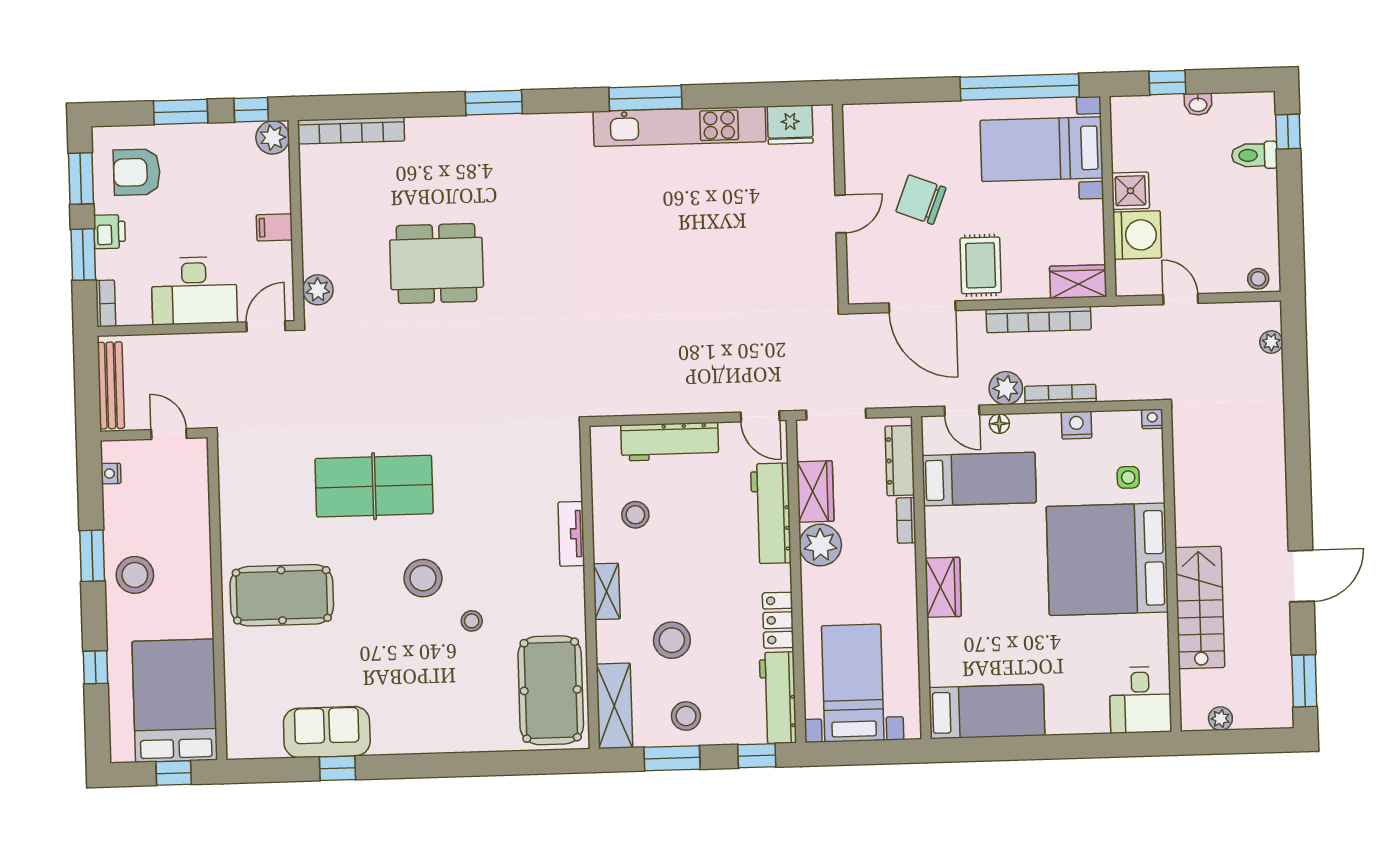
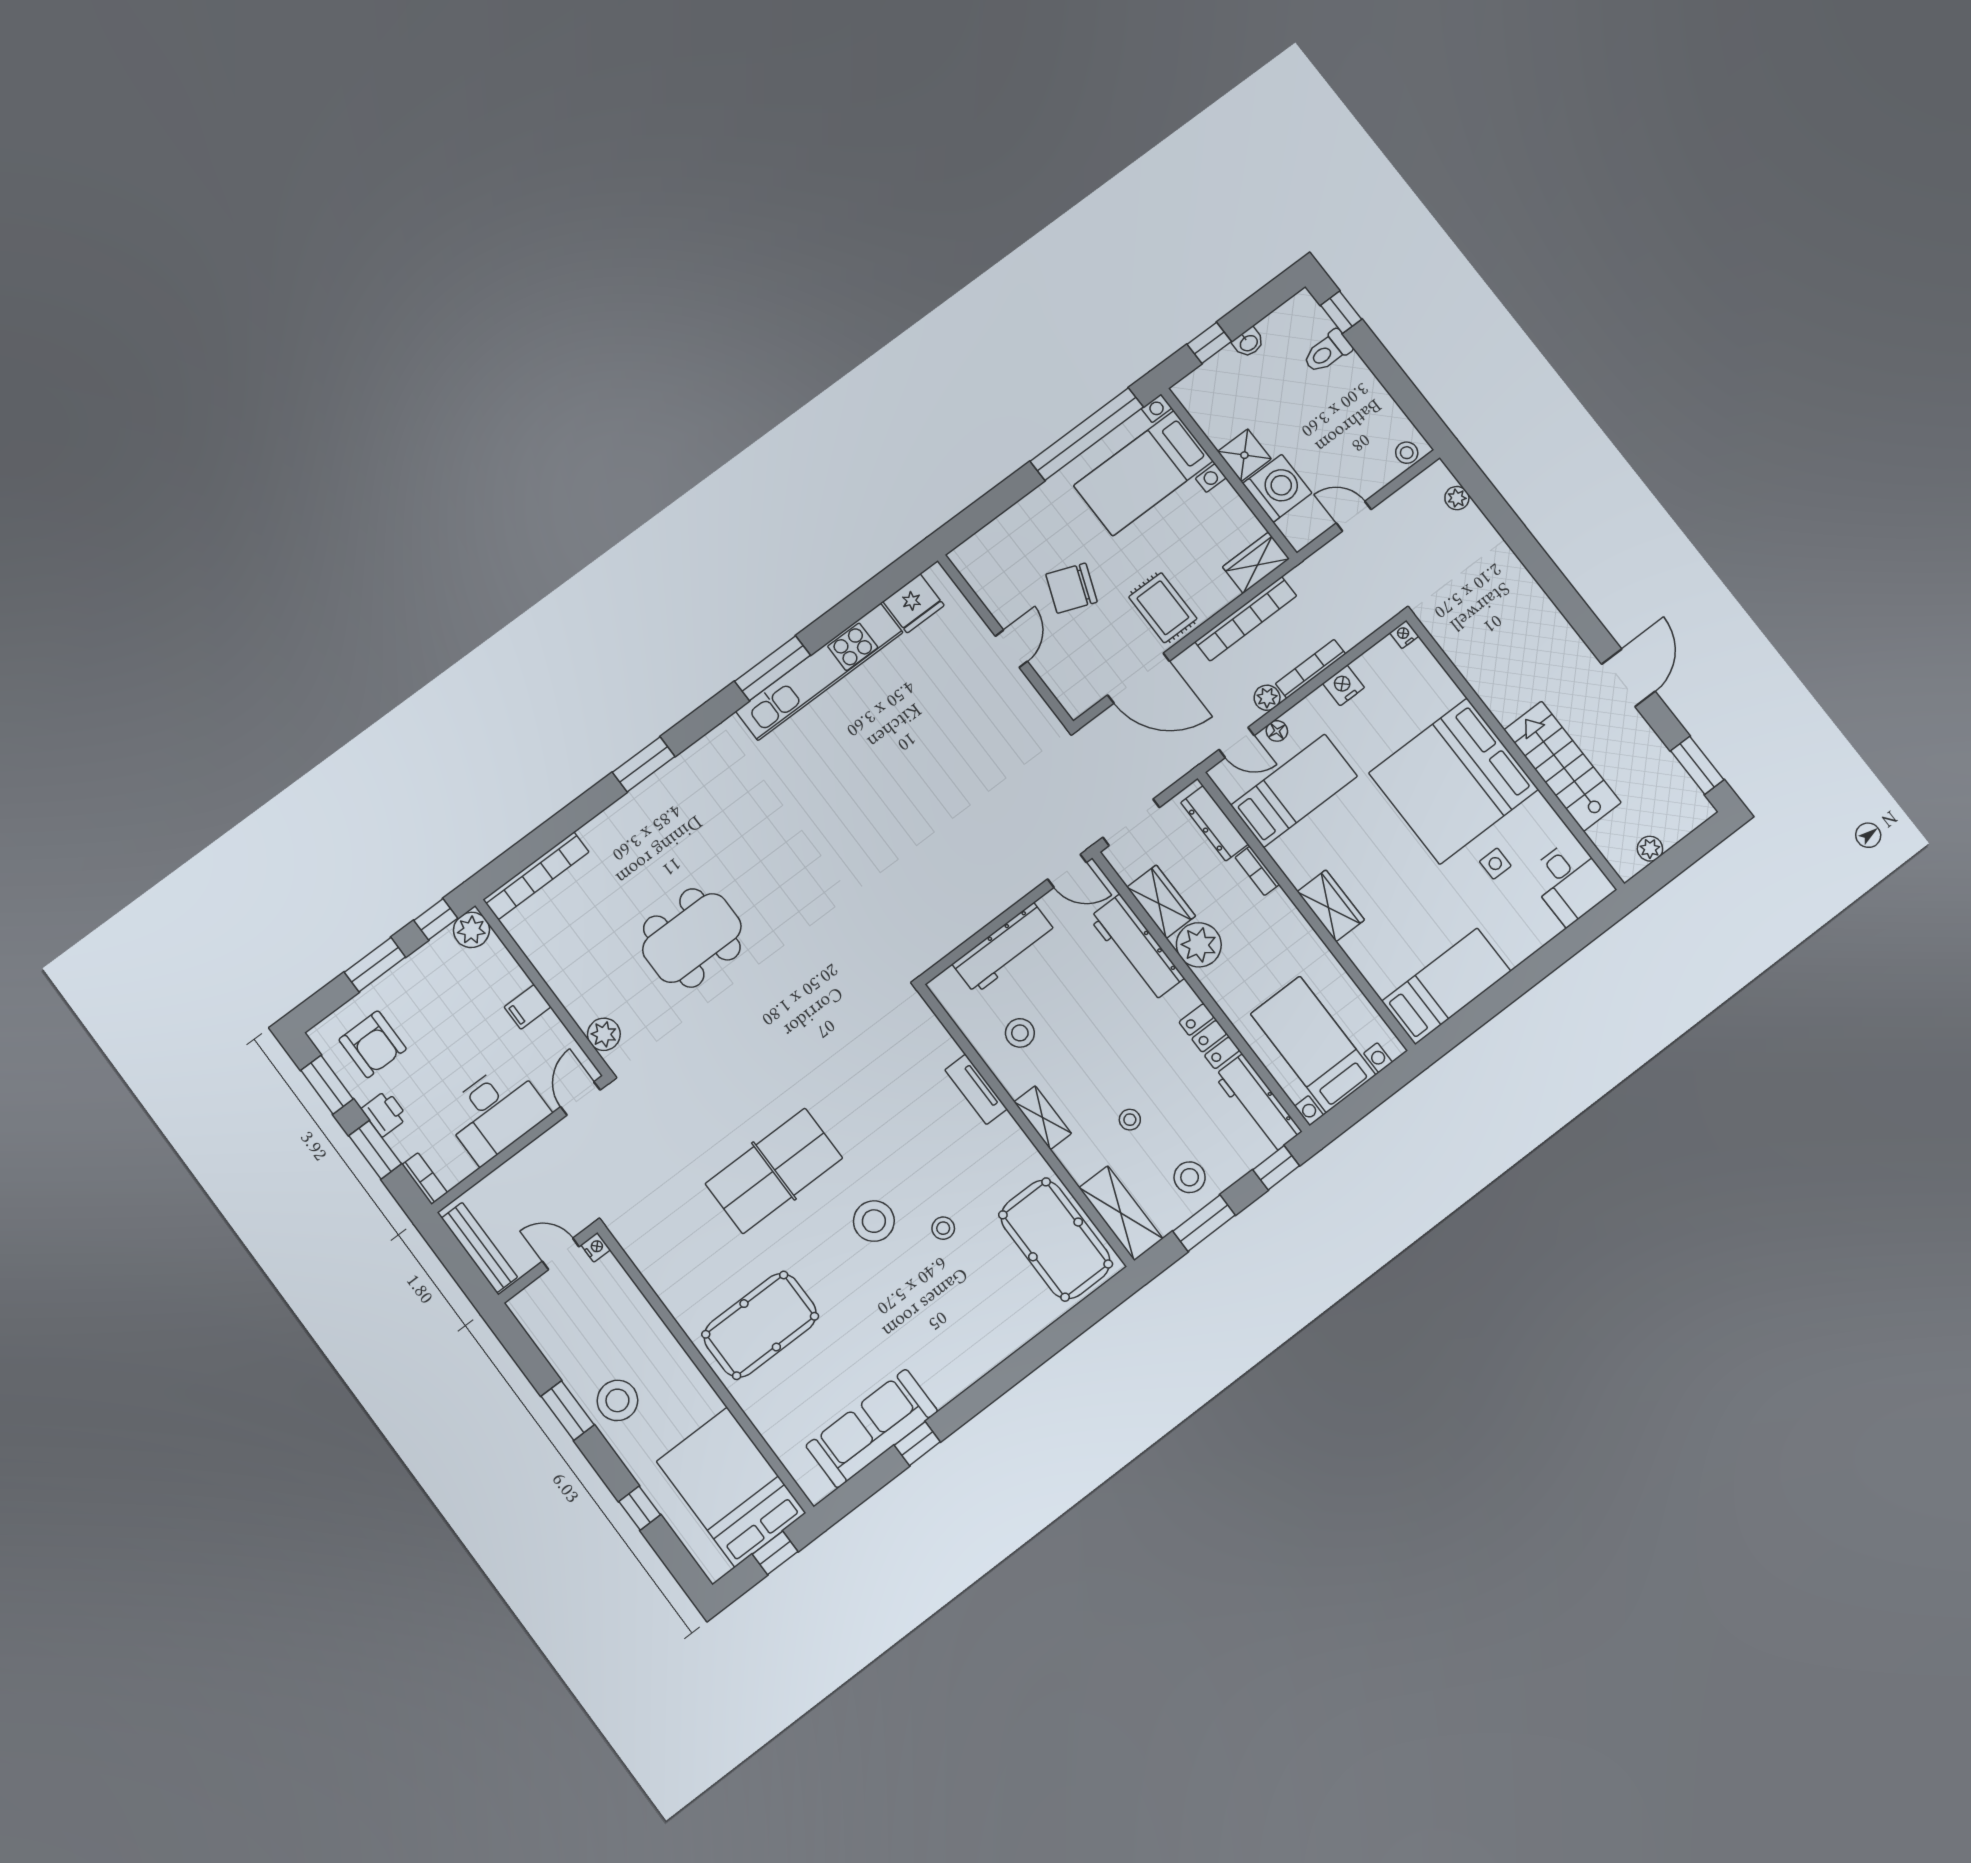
armchair: (137, 172) -> (373, 1044), turned -90
plant: (1006, 388) -> (1267, 698), width x0.73, depth x0.73
nightstand: (111, 474) -> (596, 1247), moved, turned 180
side table: (1128, 477) -> (1495, 864), moved
stool: (672, 640) -> (1130, 1120), width x0.53, depth x0.53
sofa: (327, 732) -> (872, 1428), width x1.36

